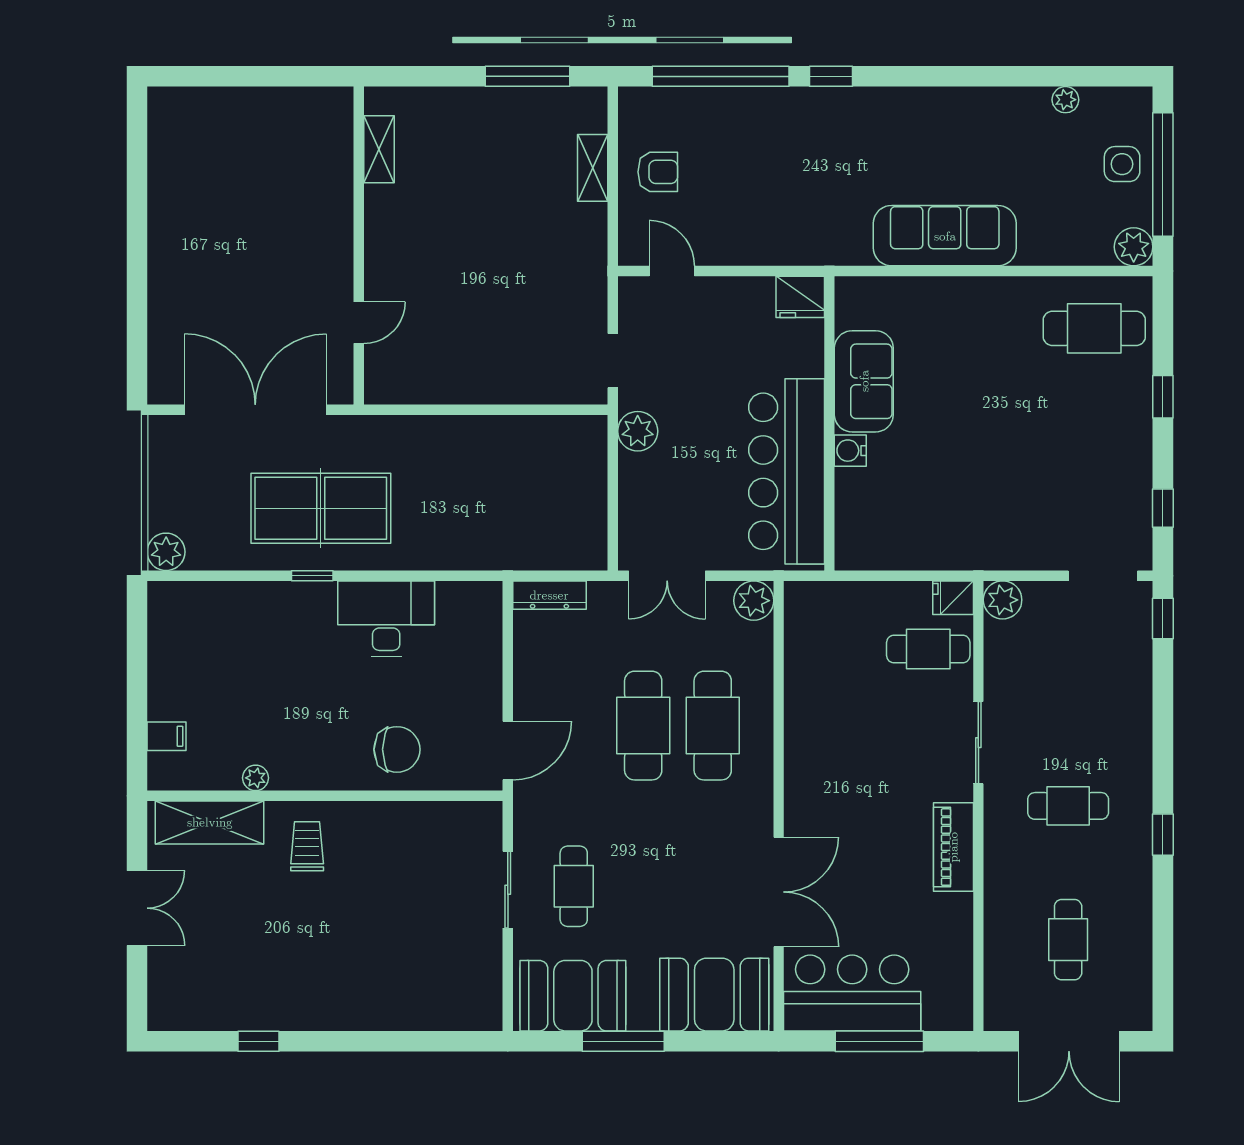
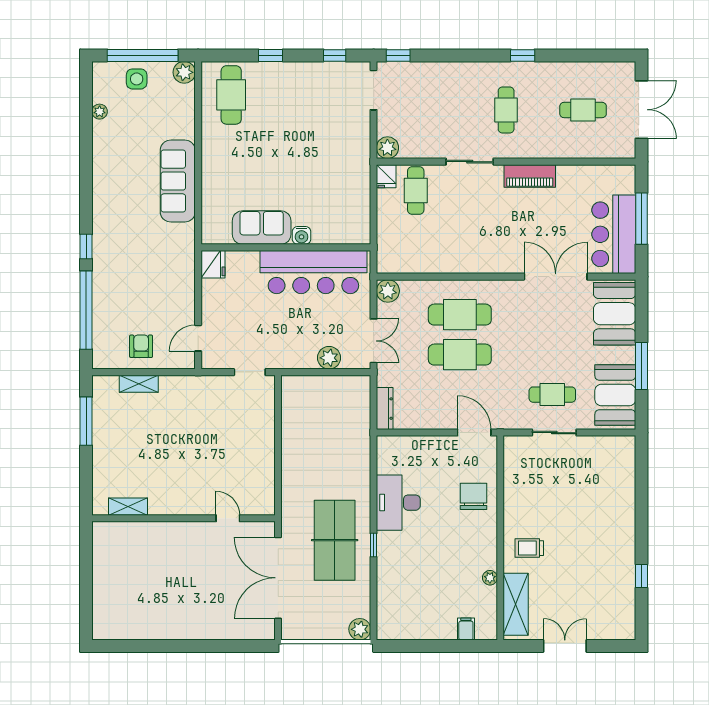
plant: (638, 431) -> (329, 358), moved

